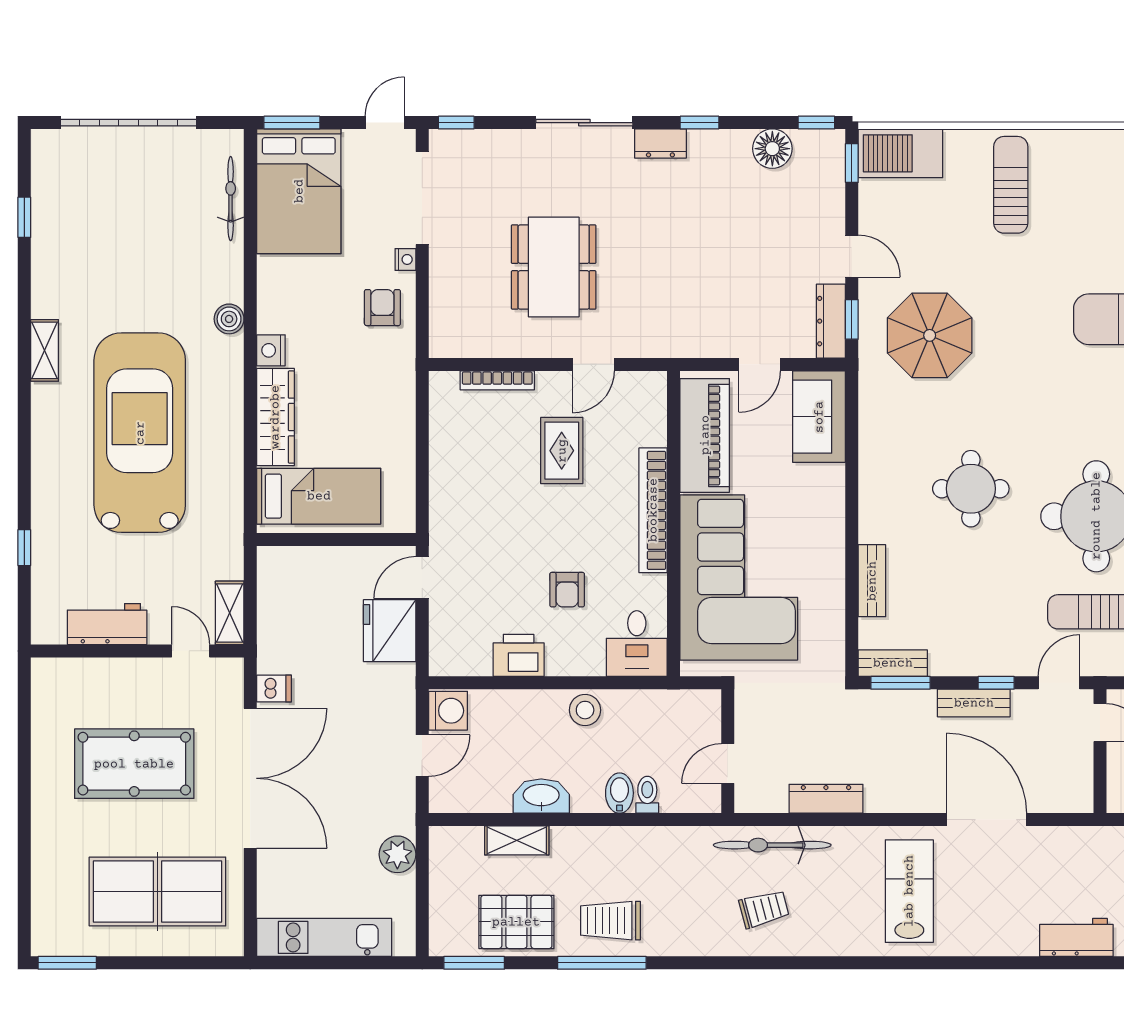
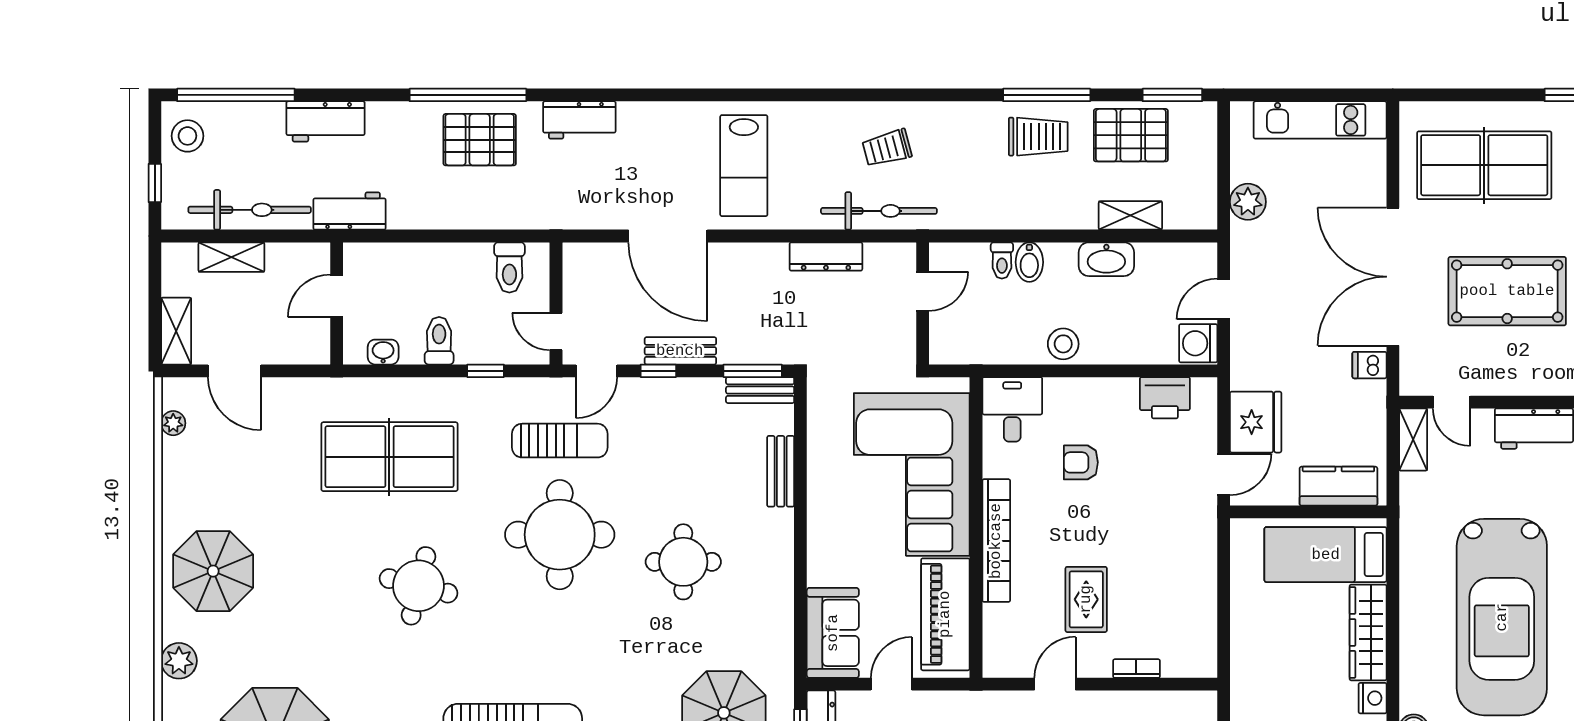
bookcase: (497, 380) -> (1136, 669), width x0.64
kitchen counter: (306, 566) -> (1338, 486), added
armchair: (567, 590) -> (1081, 462), turned -90
printer: (519, 655) -> (1165, 398), moved

